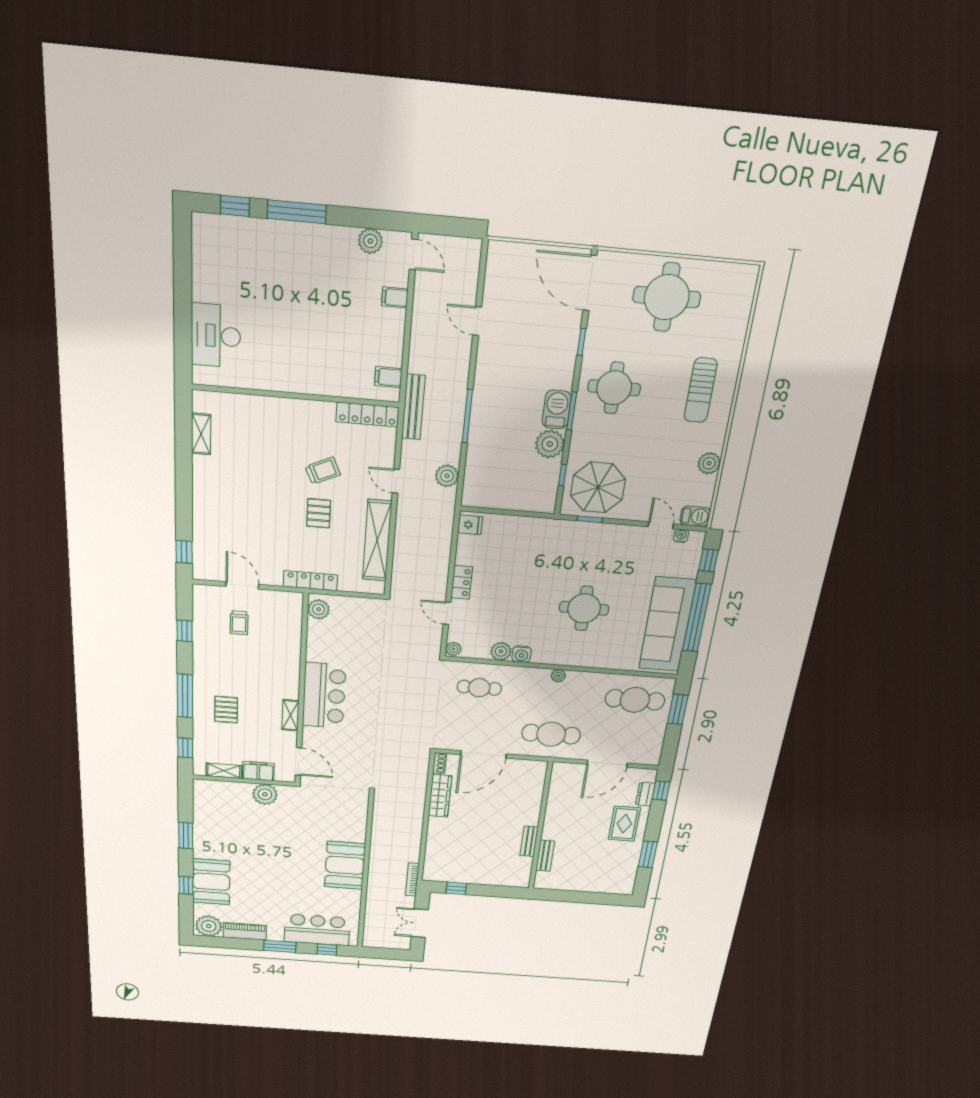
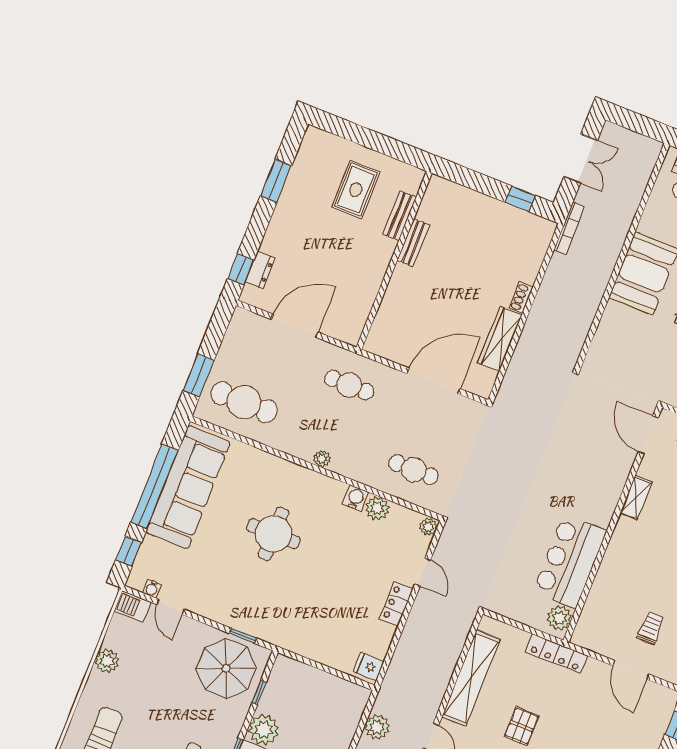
bar counter: (324, 696) -> (570, 561), moved
cafe table: (551, 734) -> (349, 385), width x0.73, depth x0.74
shoe rack: (440, 763) -> (521, 298), moved
rug: (624, 824) -> (356, 190), moved

